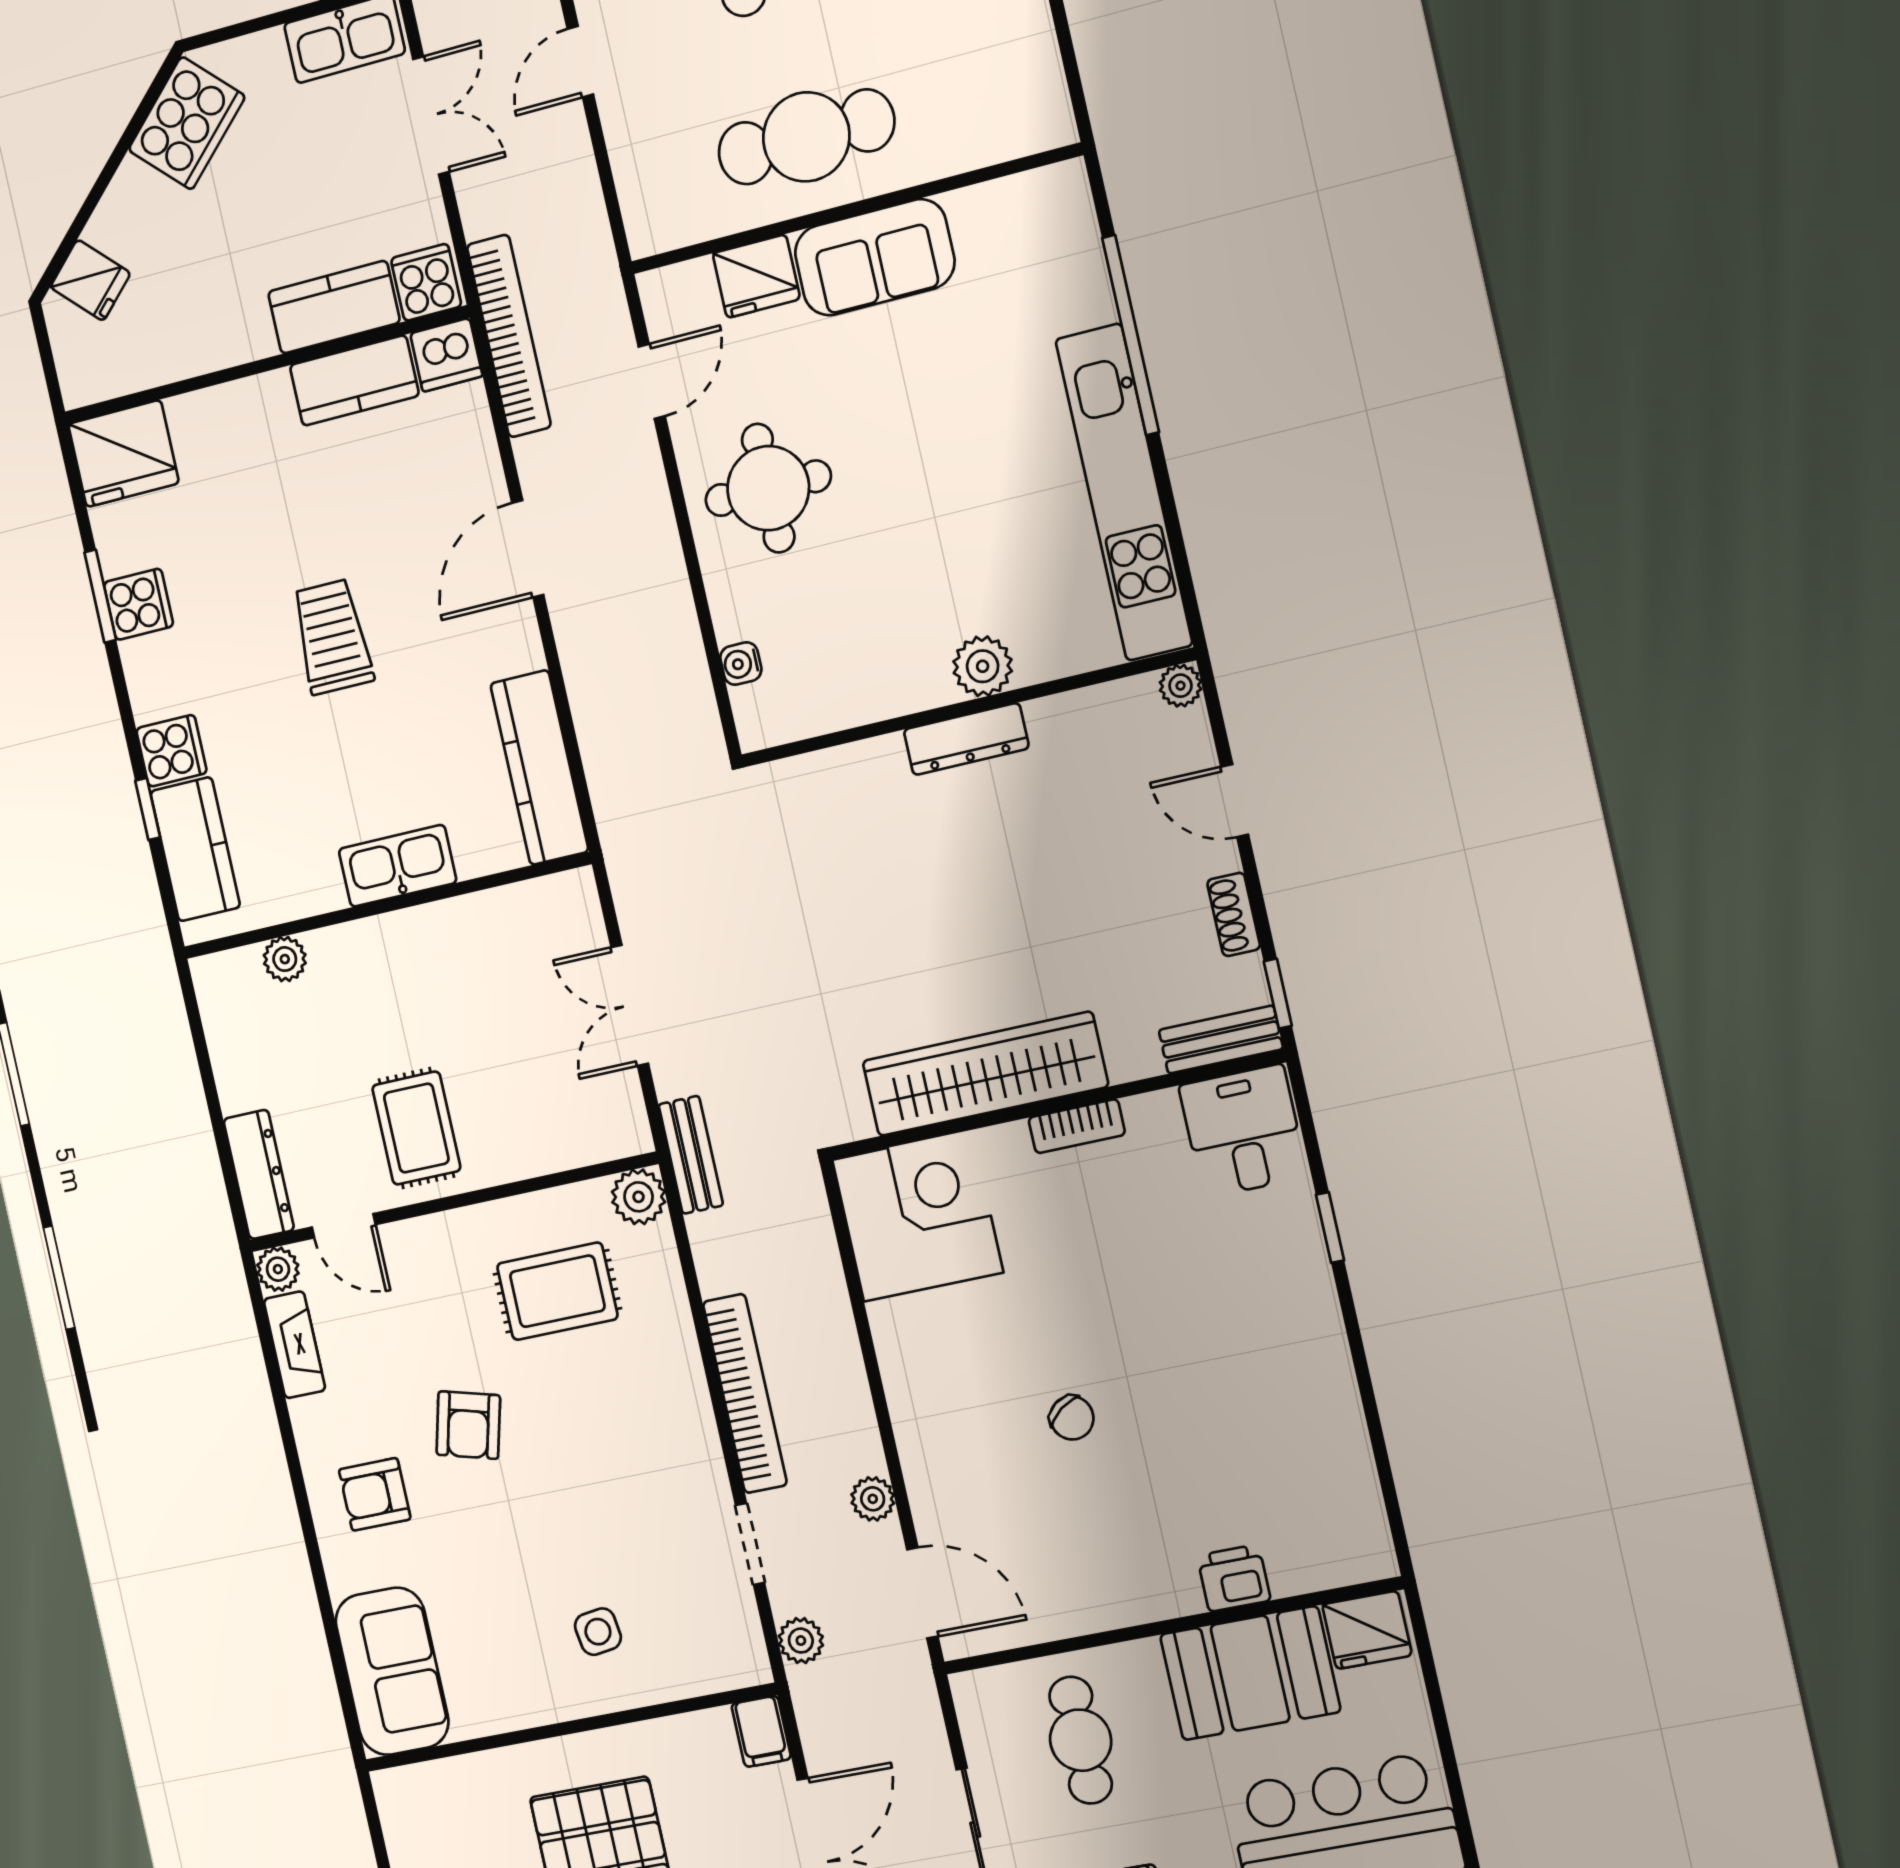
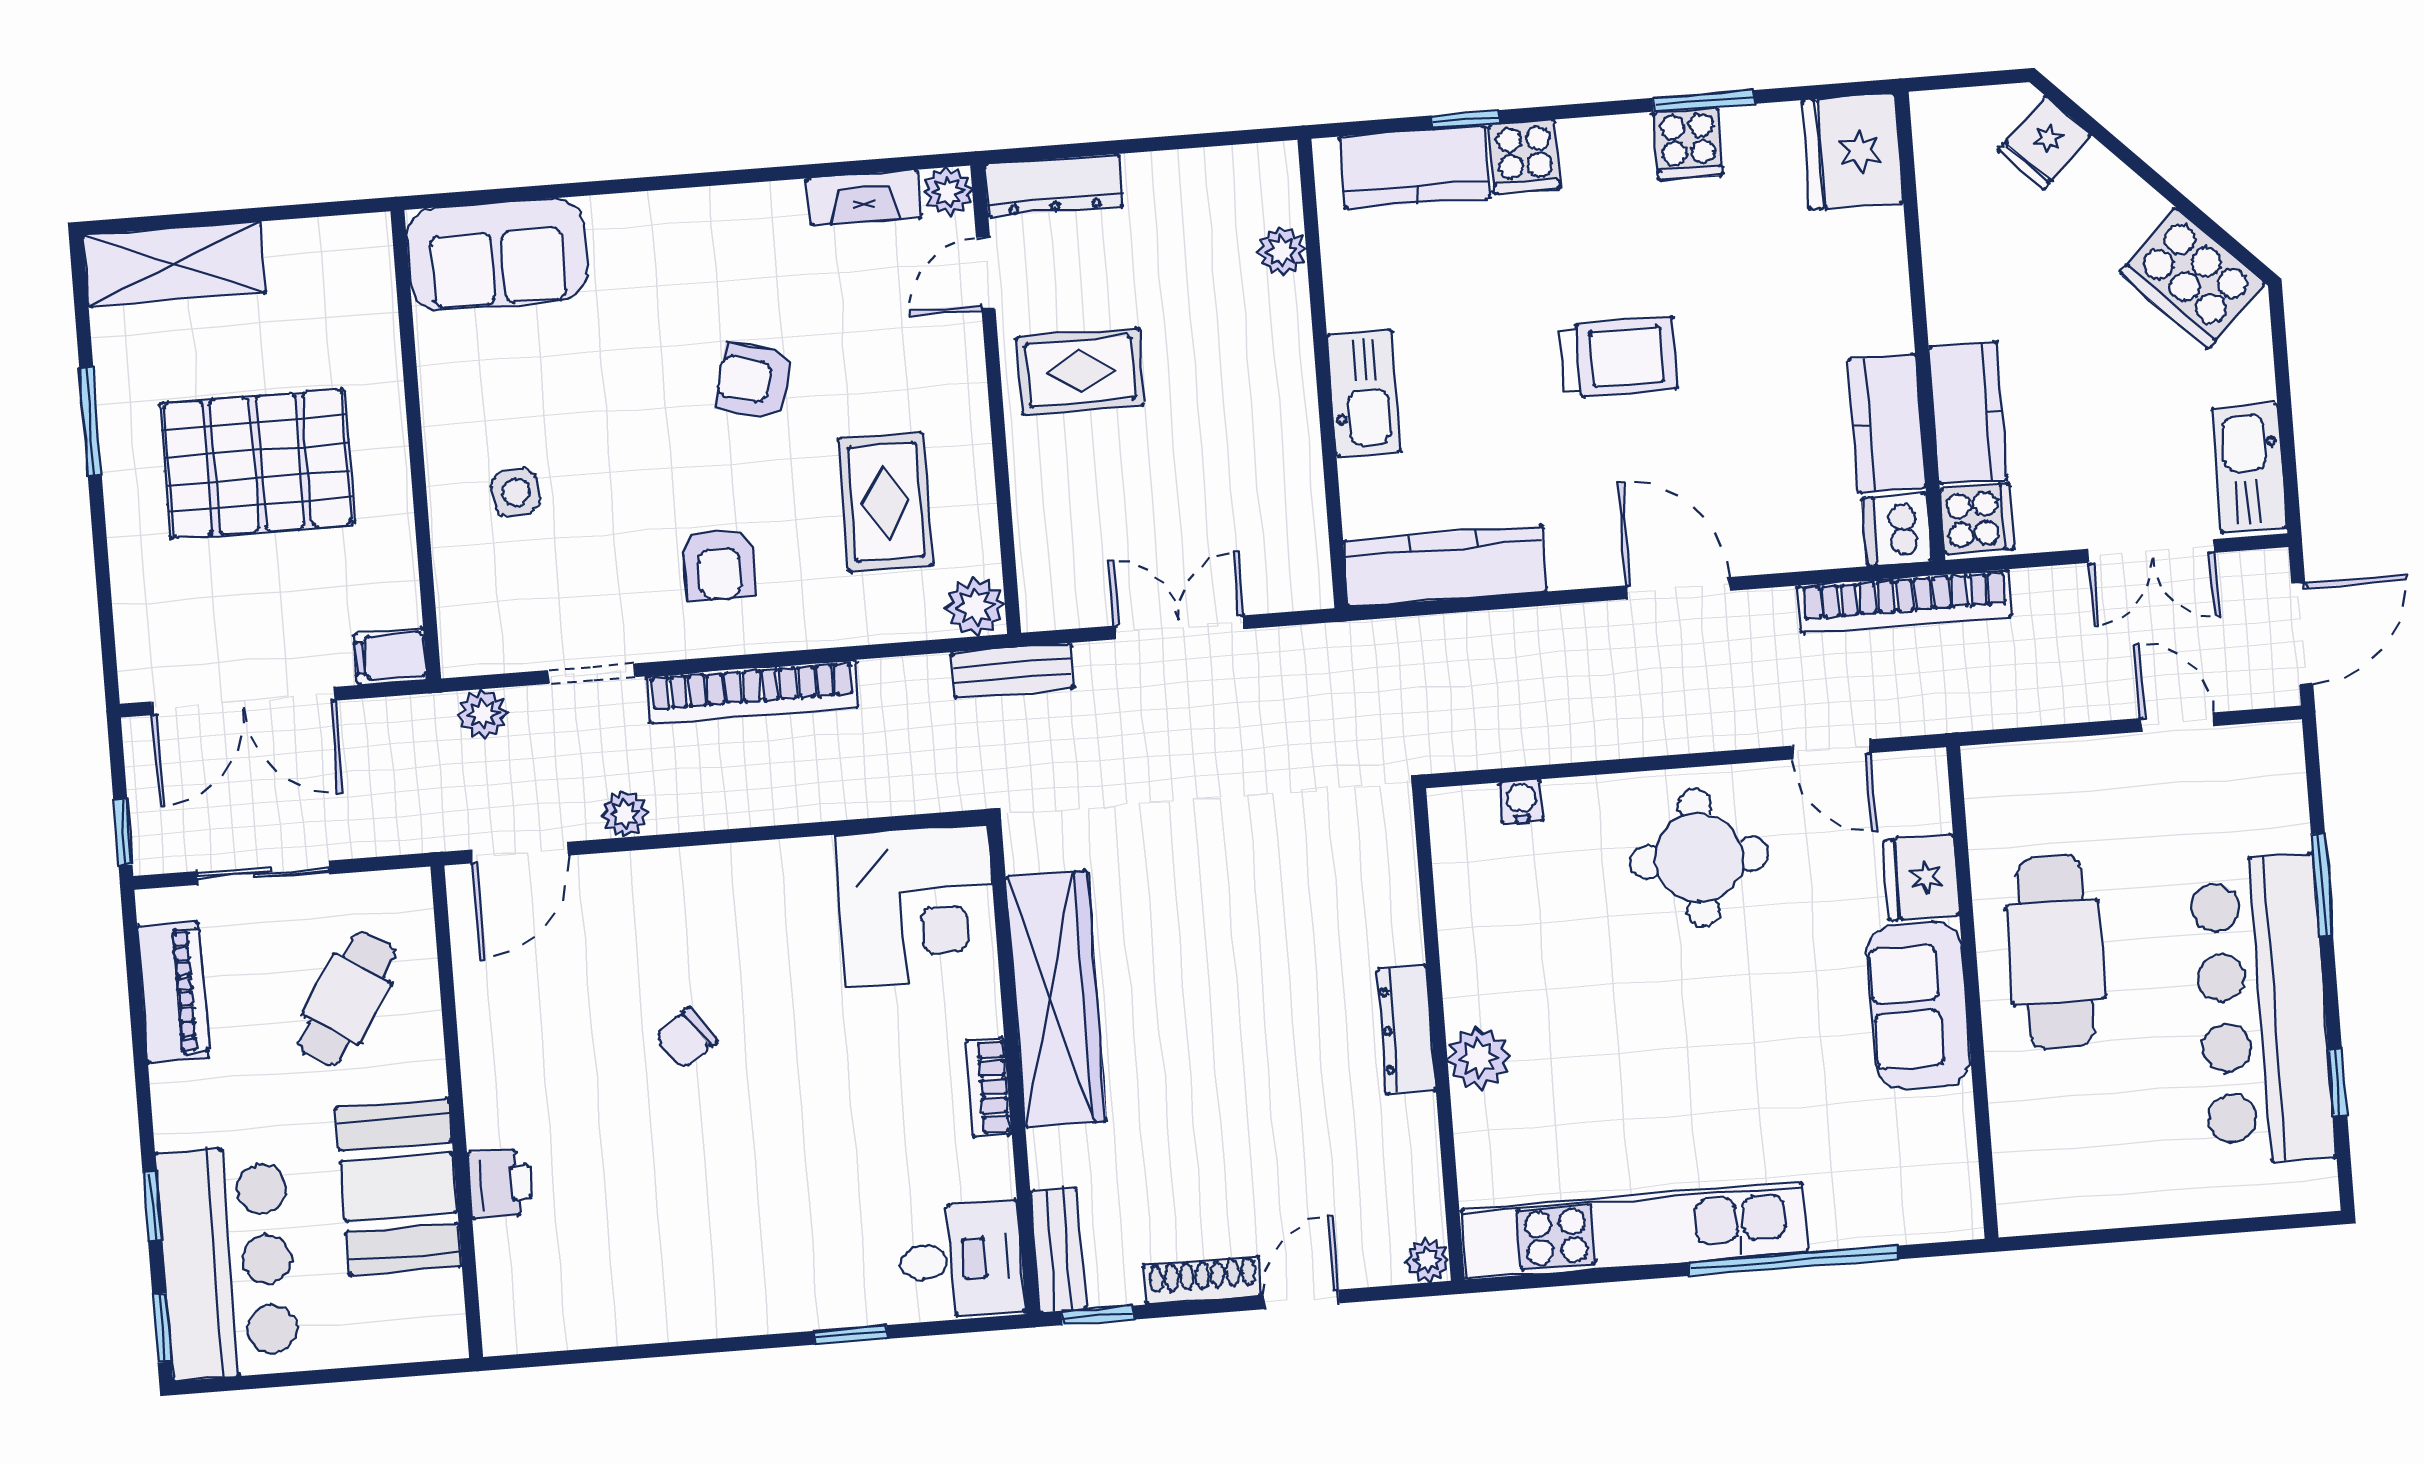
shoe rack: (1234, 914) -> (1202, 1280), width x1.43
armchair: (375, 1494) -> (719, 564), moved, turned 180
fridge: (1367, 1630) -> (431, 1314), removed
cafe table: (1081, 1740) -> (347, 999), turned -58

